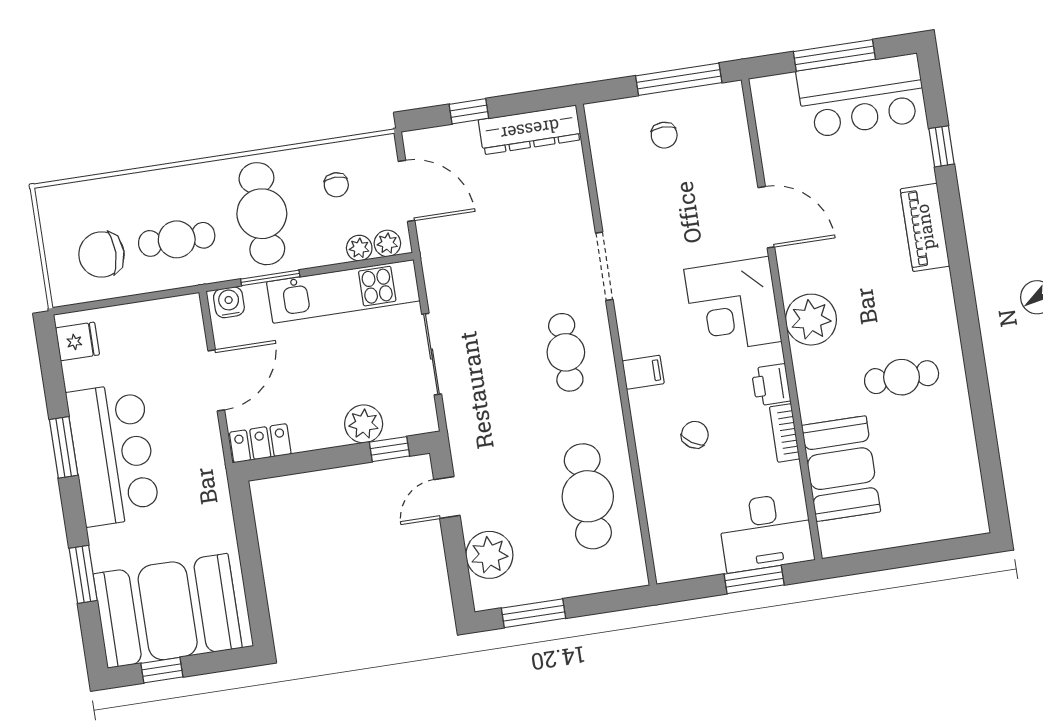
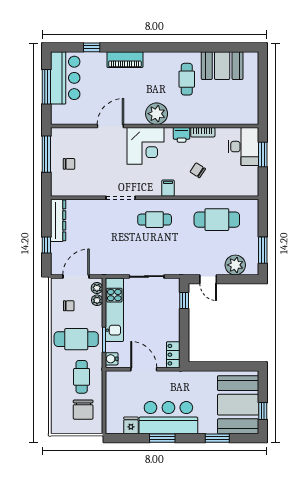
fridge: (77, 341) -> (131, 425), moved
plant: (364, 424) -> (172, 310), removed
booth: (841, 469) -> (222, 66), moved

